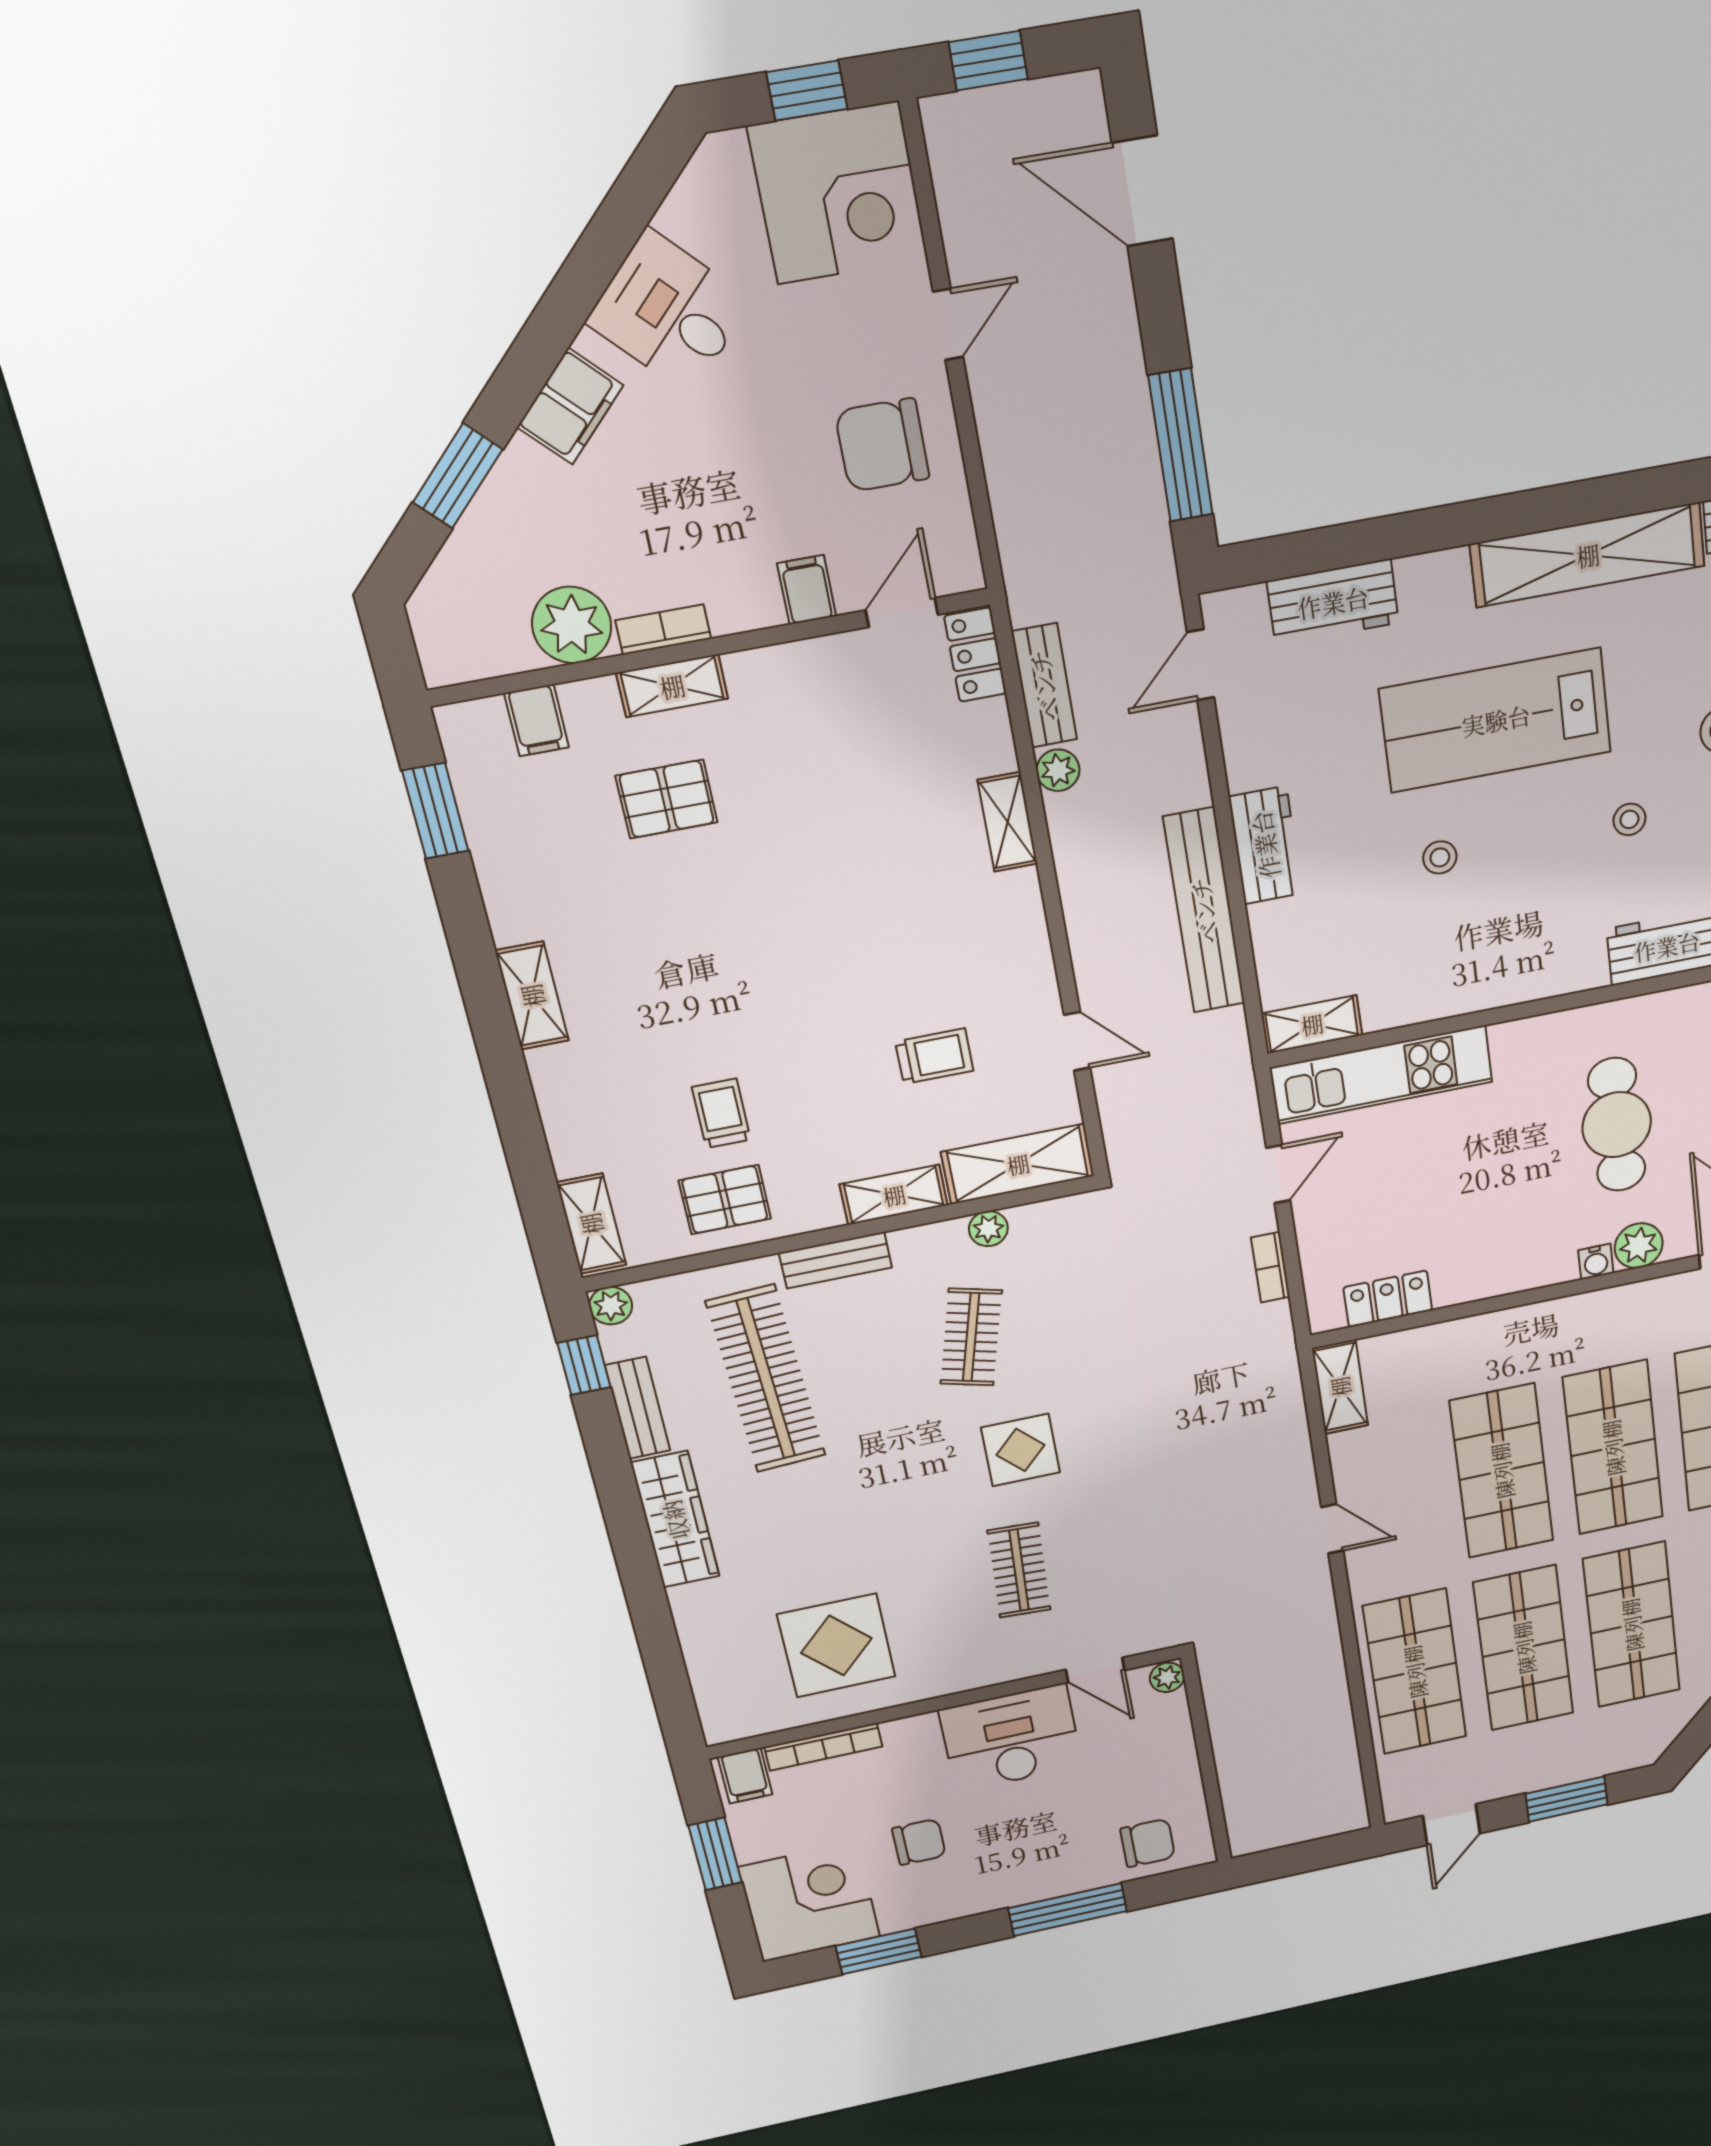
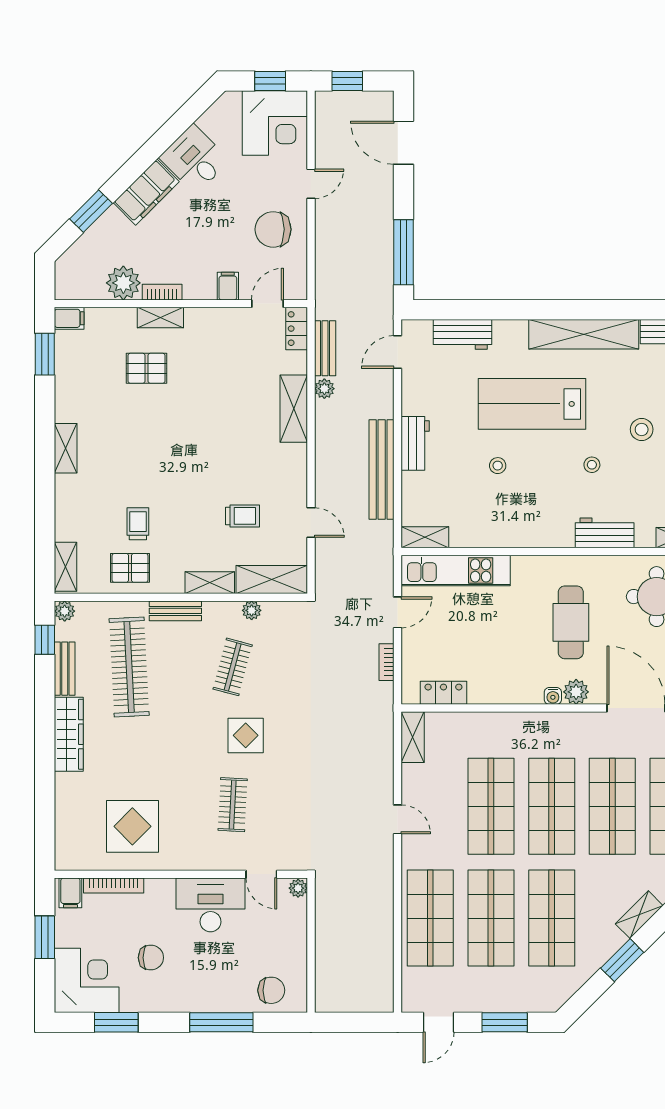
filing cabinet: (570, 406) -> (146, 192), width x1.50, depth x1.17
filing cabinet: (537, 720) -> (69, 318), moved, turned -90
shelving: (1008, 822) -> (294, 409), width x1.50, depth x1.33

